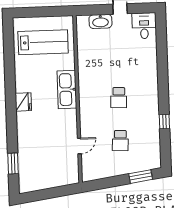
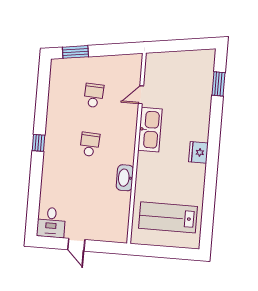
washbasin: (100, 21) -> (125, 178), moved, turned -90
kitchen sink: (67, 90) -> (150, 130), moved
window: (164, 122) -> (39, 143), moved

